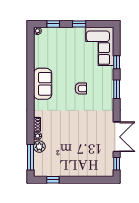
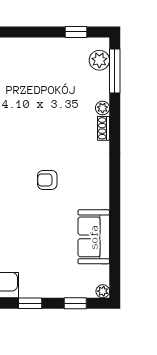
sofa: (43, 84) -> (94, 237), moved
armchair: (81, 89) -> (47, 180), moved
plant: (39, 147) -> (99, 60), moved

